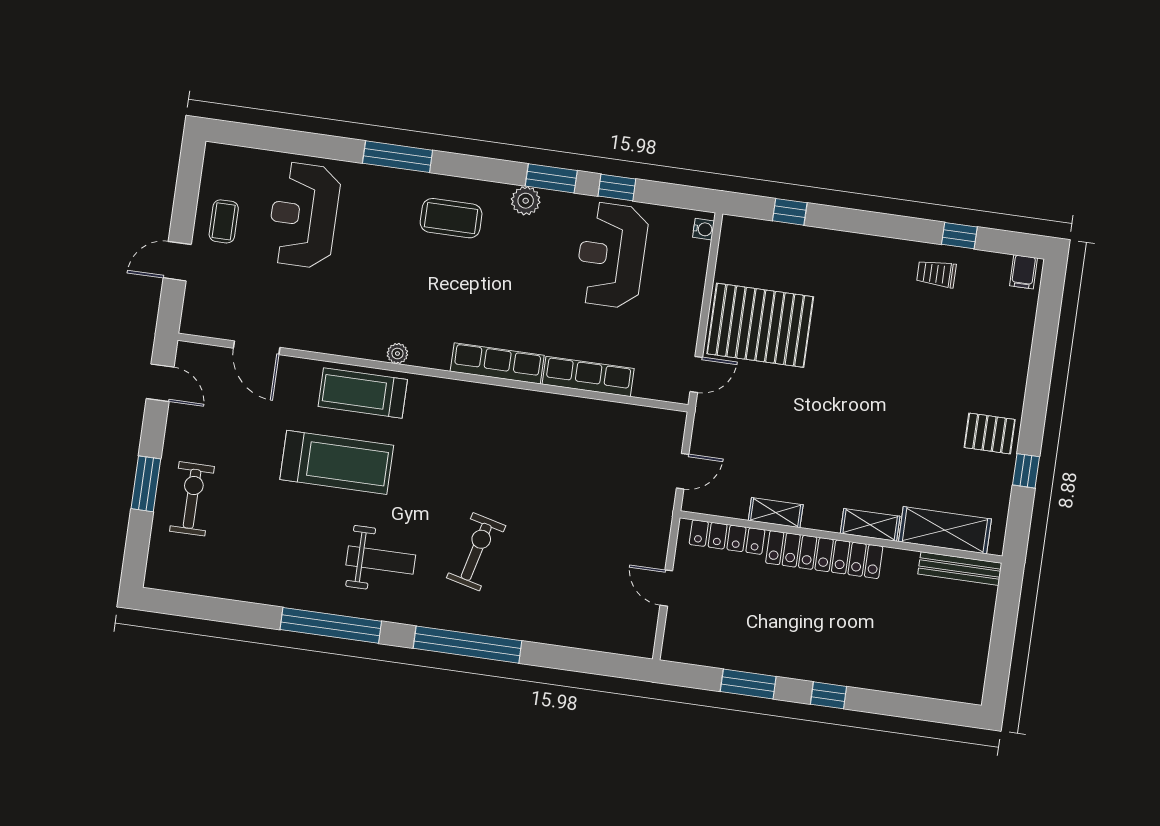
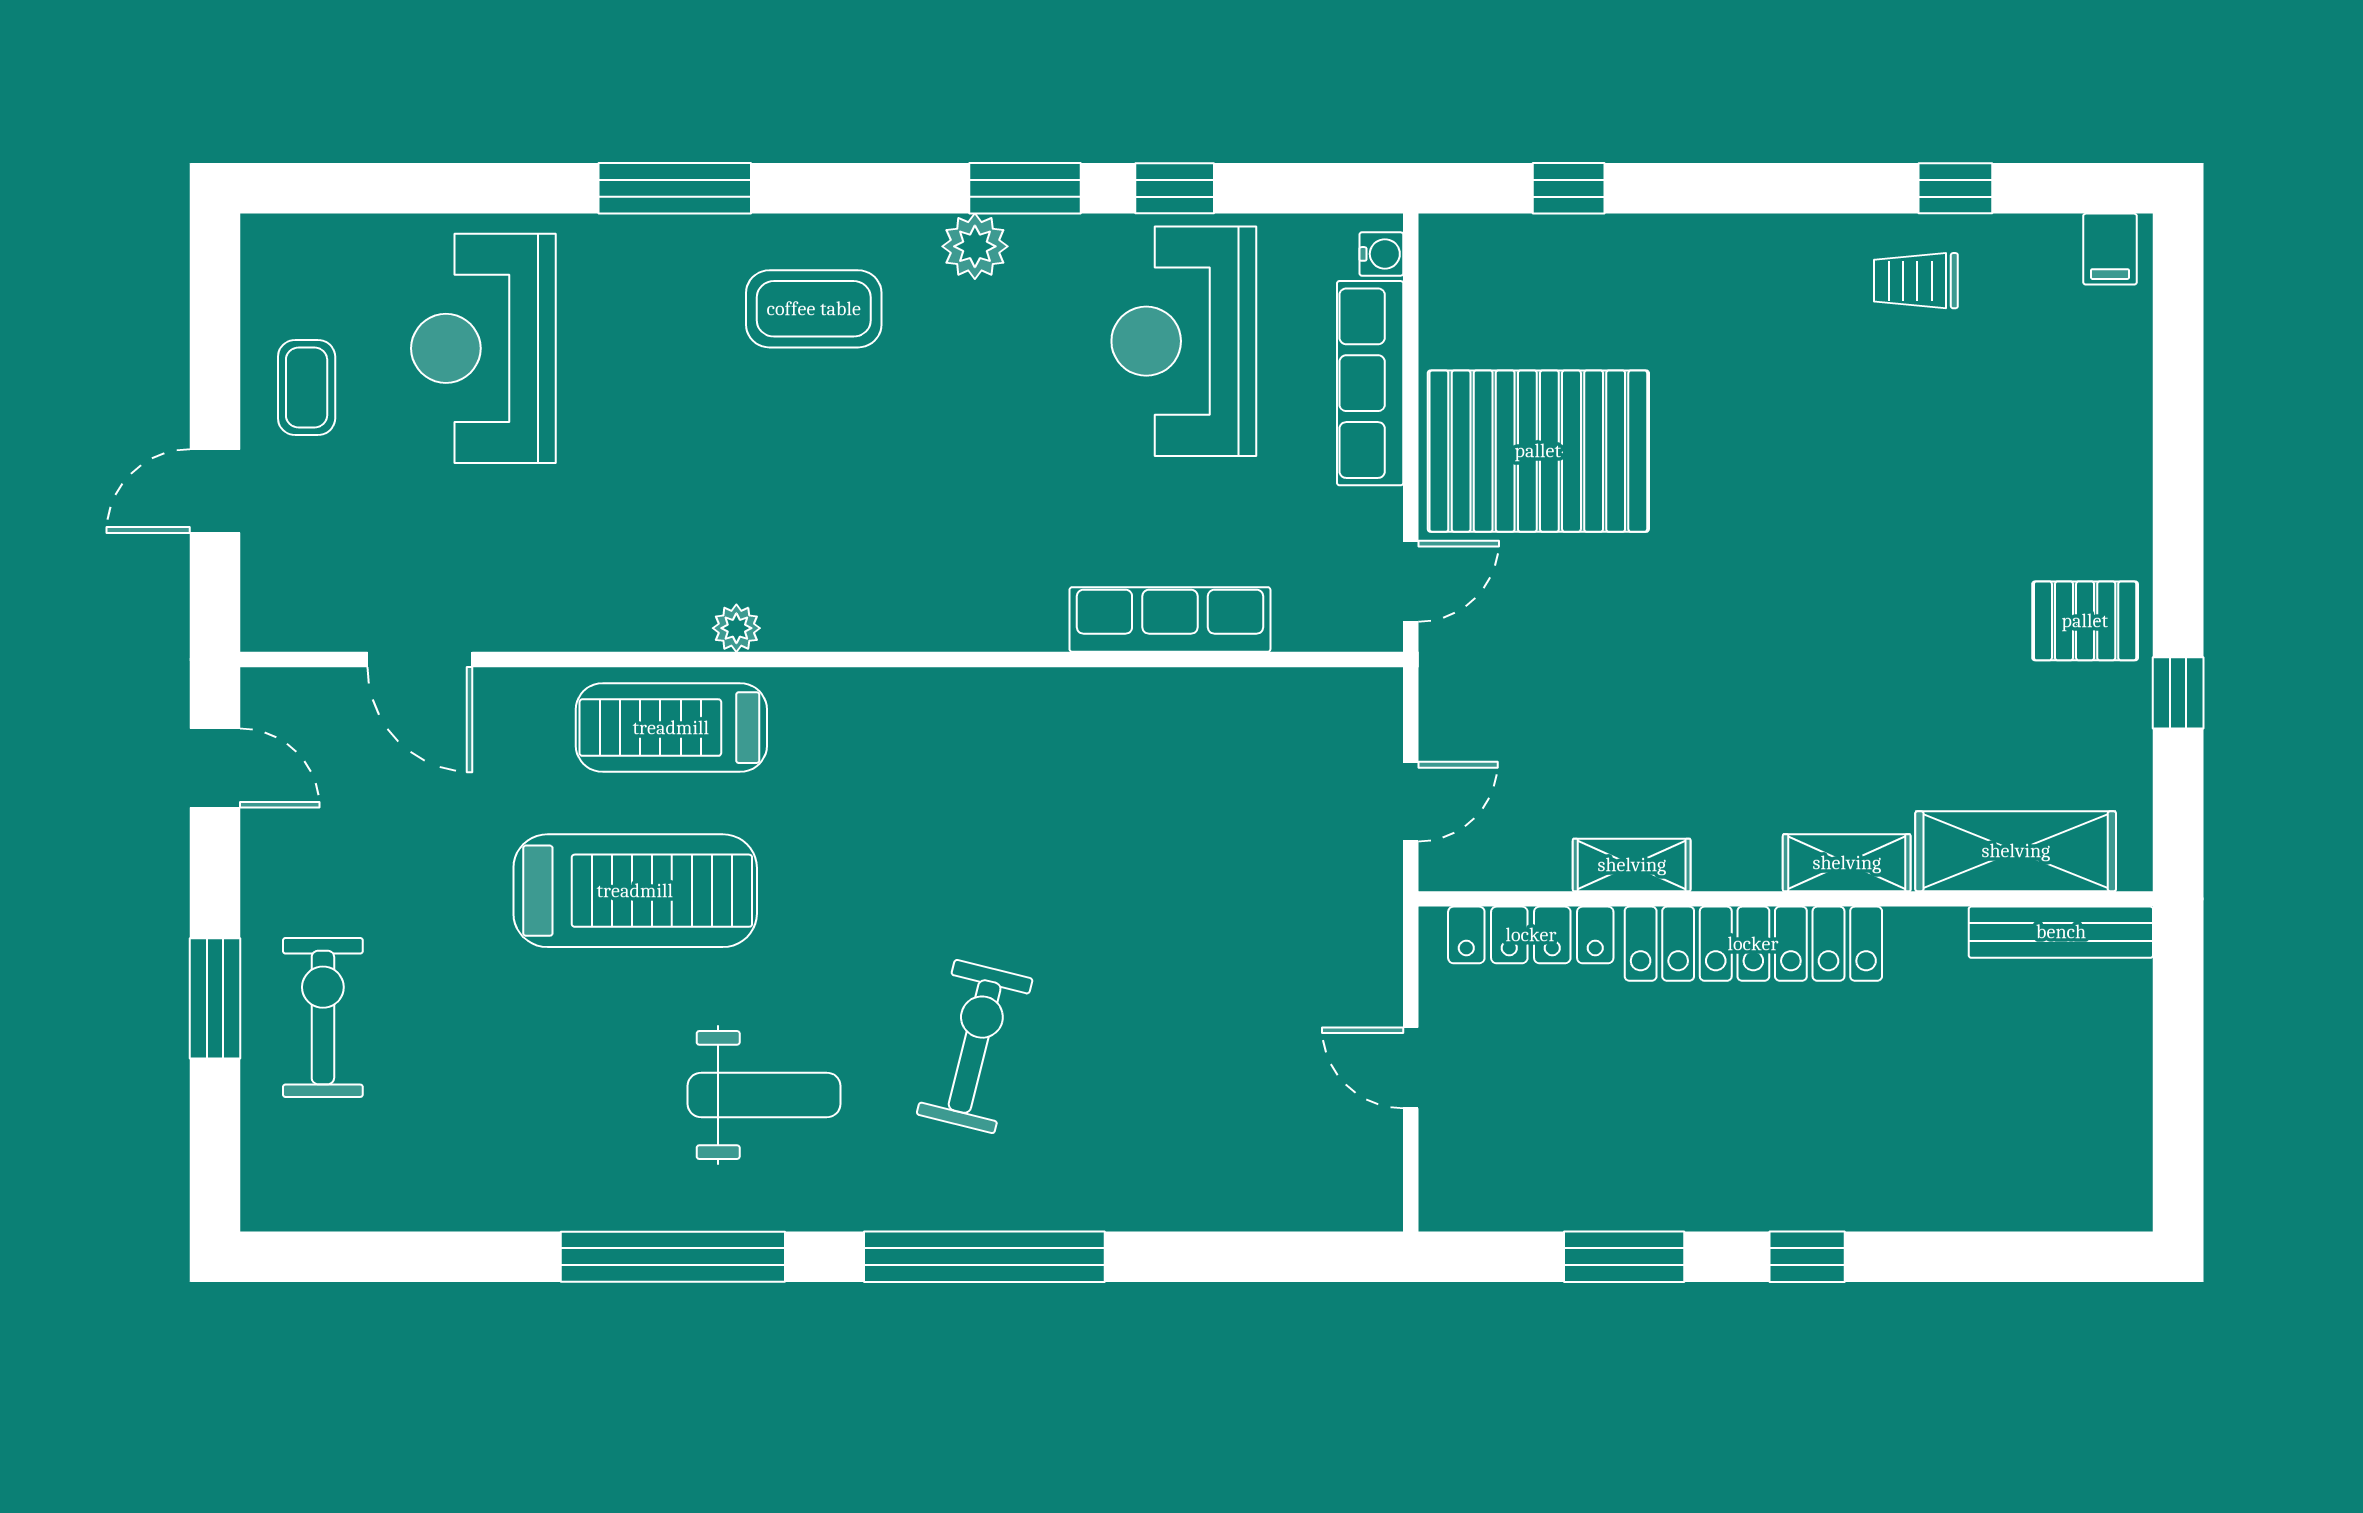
row of seats: (497, 363) -> (1370, 383), moved, turned -90

